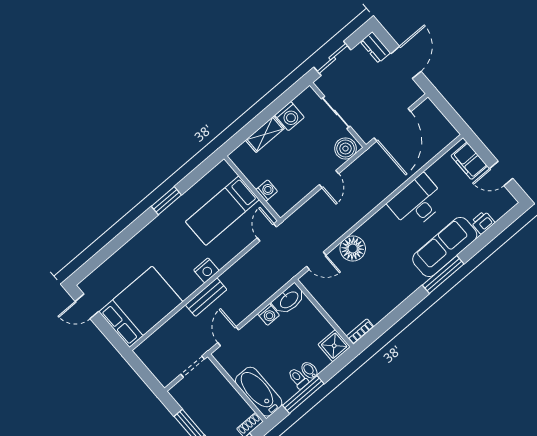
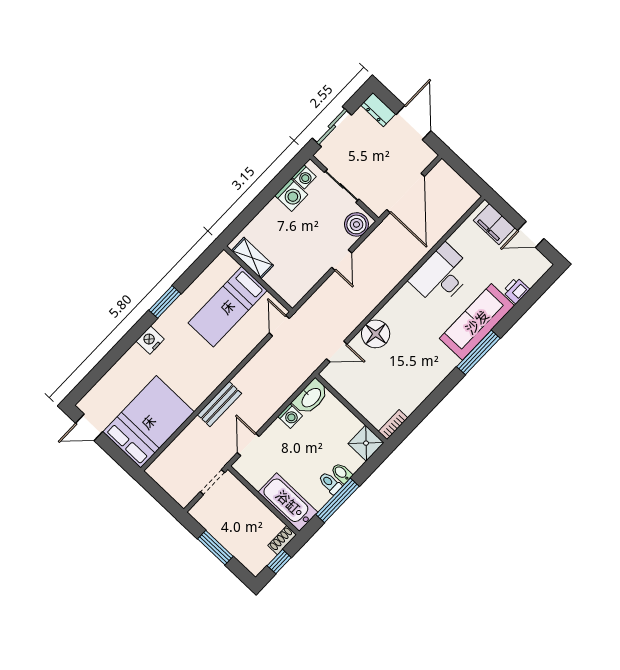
shelving: (265, 134) -> (252, 258), moved, turned 90
washing machine: (267, 190) -> (304, 177), moved, turned 90
nightstand: (206, 270) -> (150, 340), moved, turned 180

